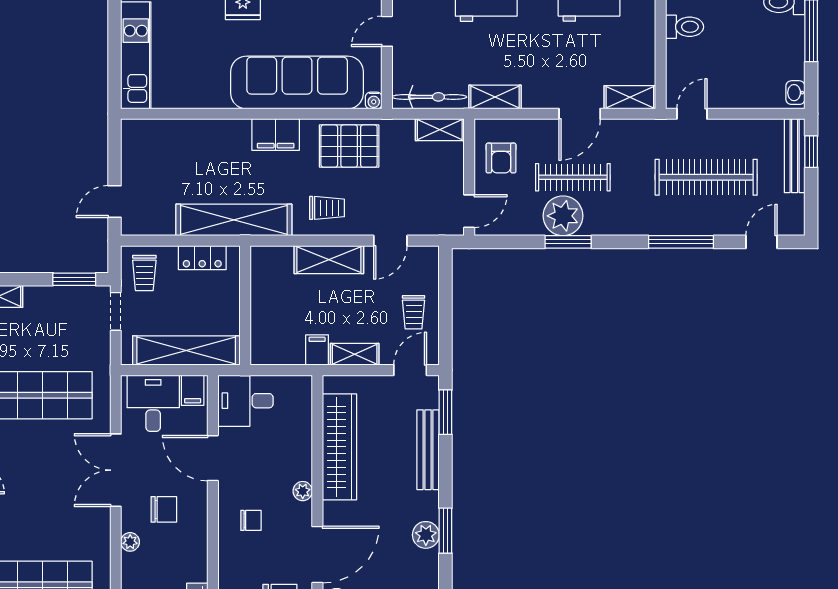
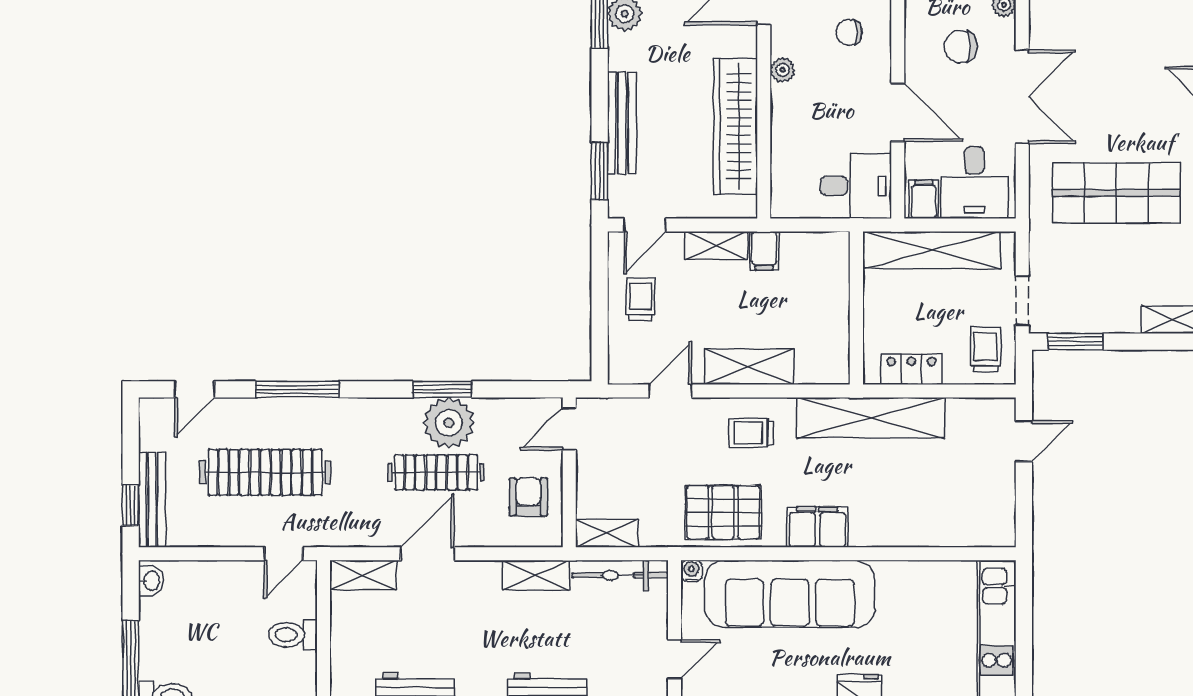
toilet: (685, 27) -> (293, 635), moved

